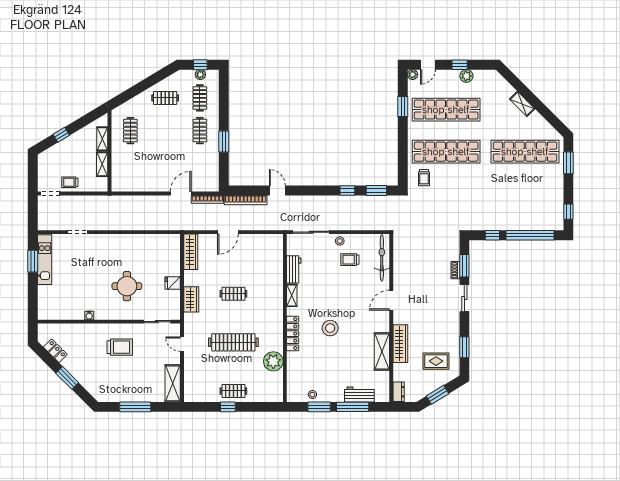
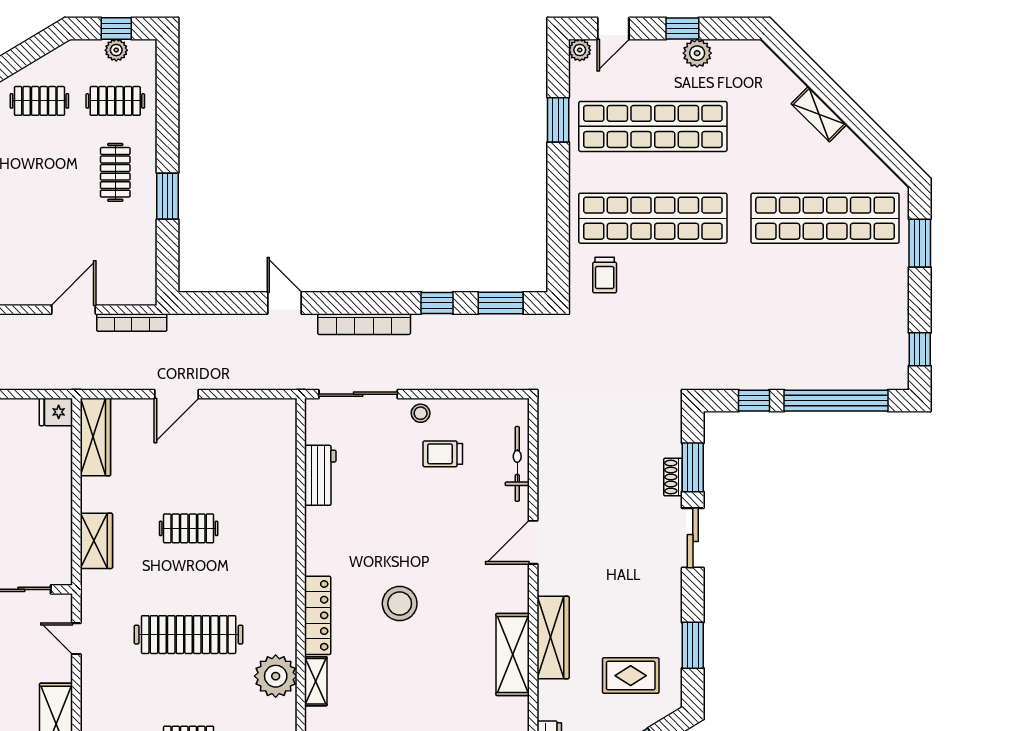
clothes rail: (200, 98) -> (115, 101), turned 90
bookcase: (246, 200) -> (364, 324), moved
bicycle: (382, 258) -> (517, 464), width x0.73, depth x0.71
fridge: (173, 283) -> (56, 412), moved
shelving: (292, 295) -> (316, 681), moved

